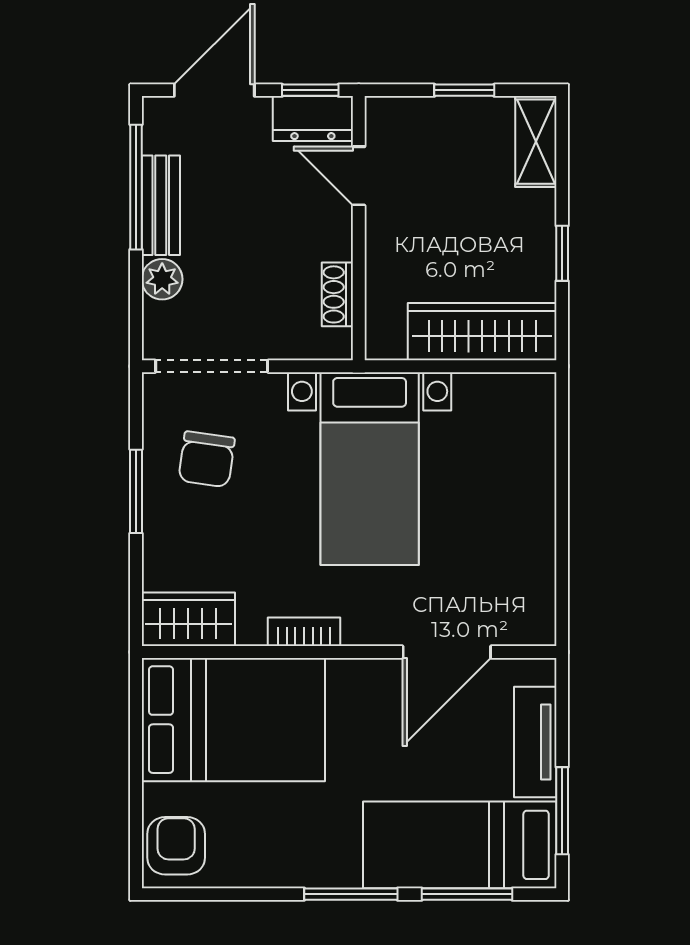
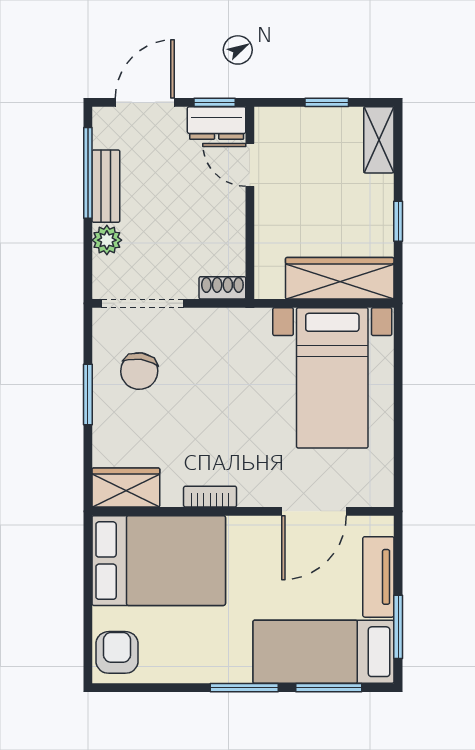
shoe rack: (337, 294) -> (222, 288), moved, turned 90
bed with nightstands: (370, 469) -> (332, 378), moved

